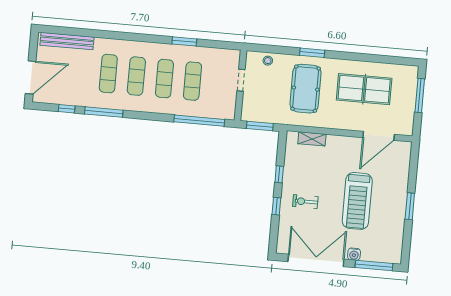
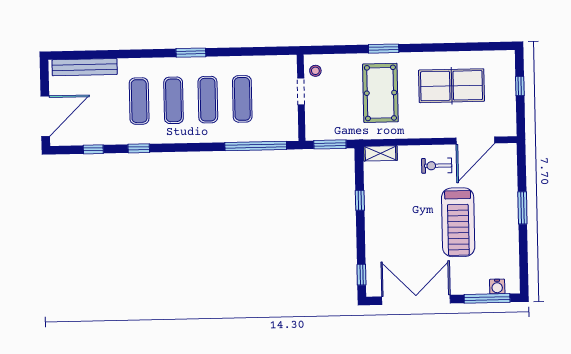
window: (184, 41) -> (191, 53), moved
stool: (268, 61) -> (315, 71), moved
window: (420, 95) -> (520, 86), width x0.46
window: (104, 112) -> (139, 148), width x0.46
shelving: (312, 139) -> (380, 153), moved
exercise bike: (305, 202) -> (437, 166), moved
window: (276, 206) -> (361, 275), moved
window: (410, 206) -> (522, 208), moved
water cooler: (354, 254) -> (497, 287), moved

